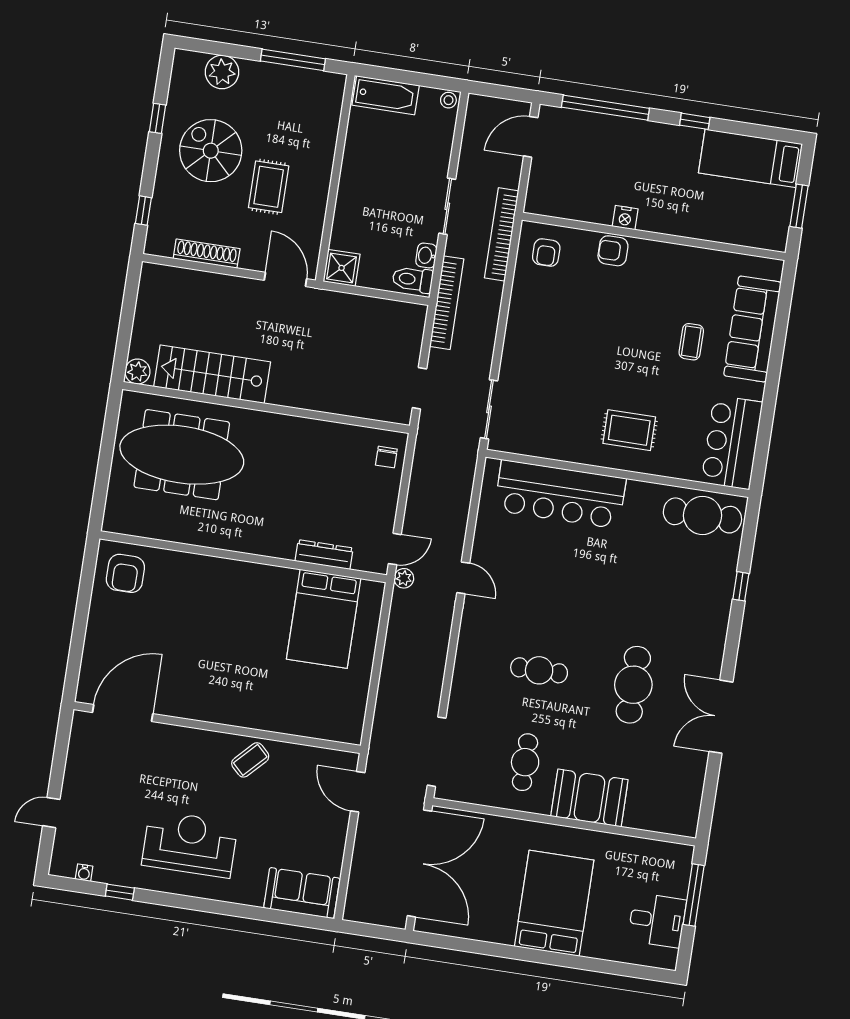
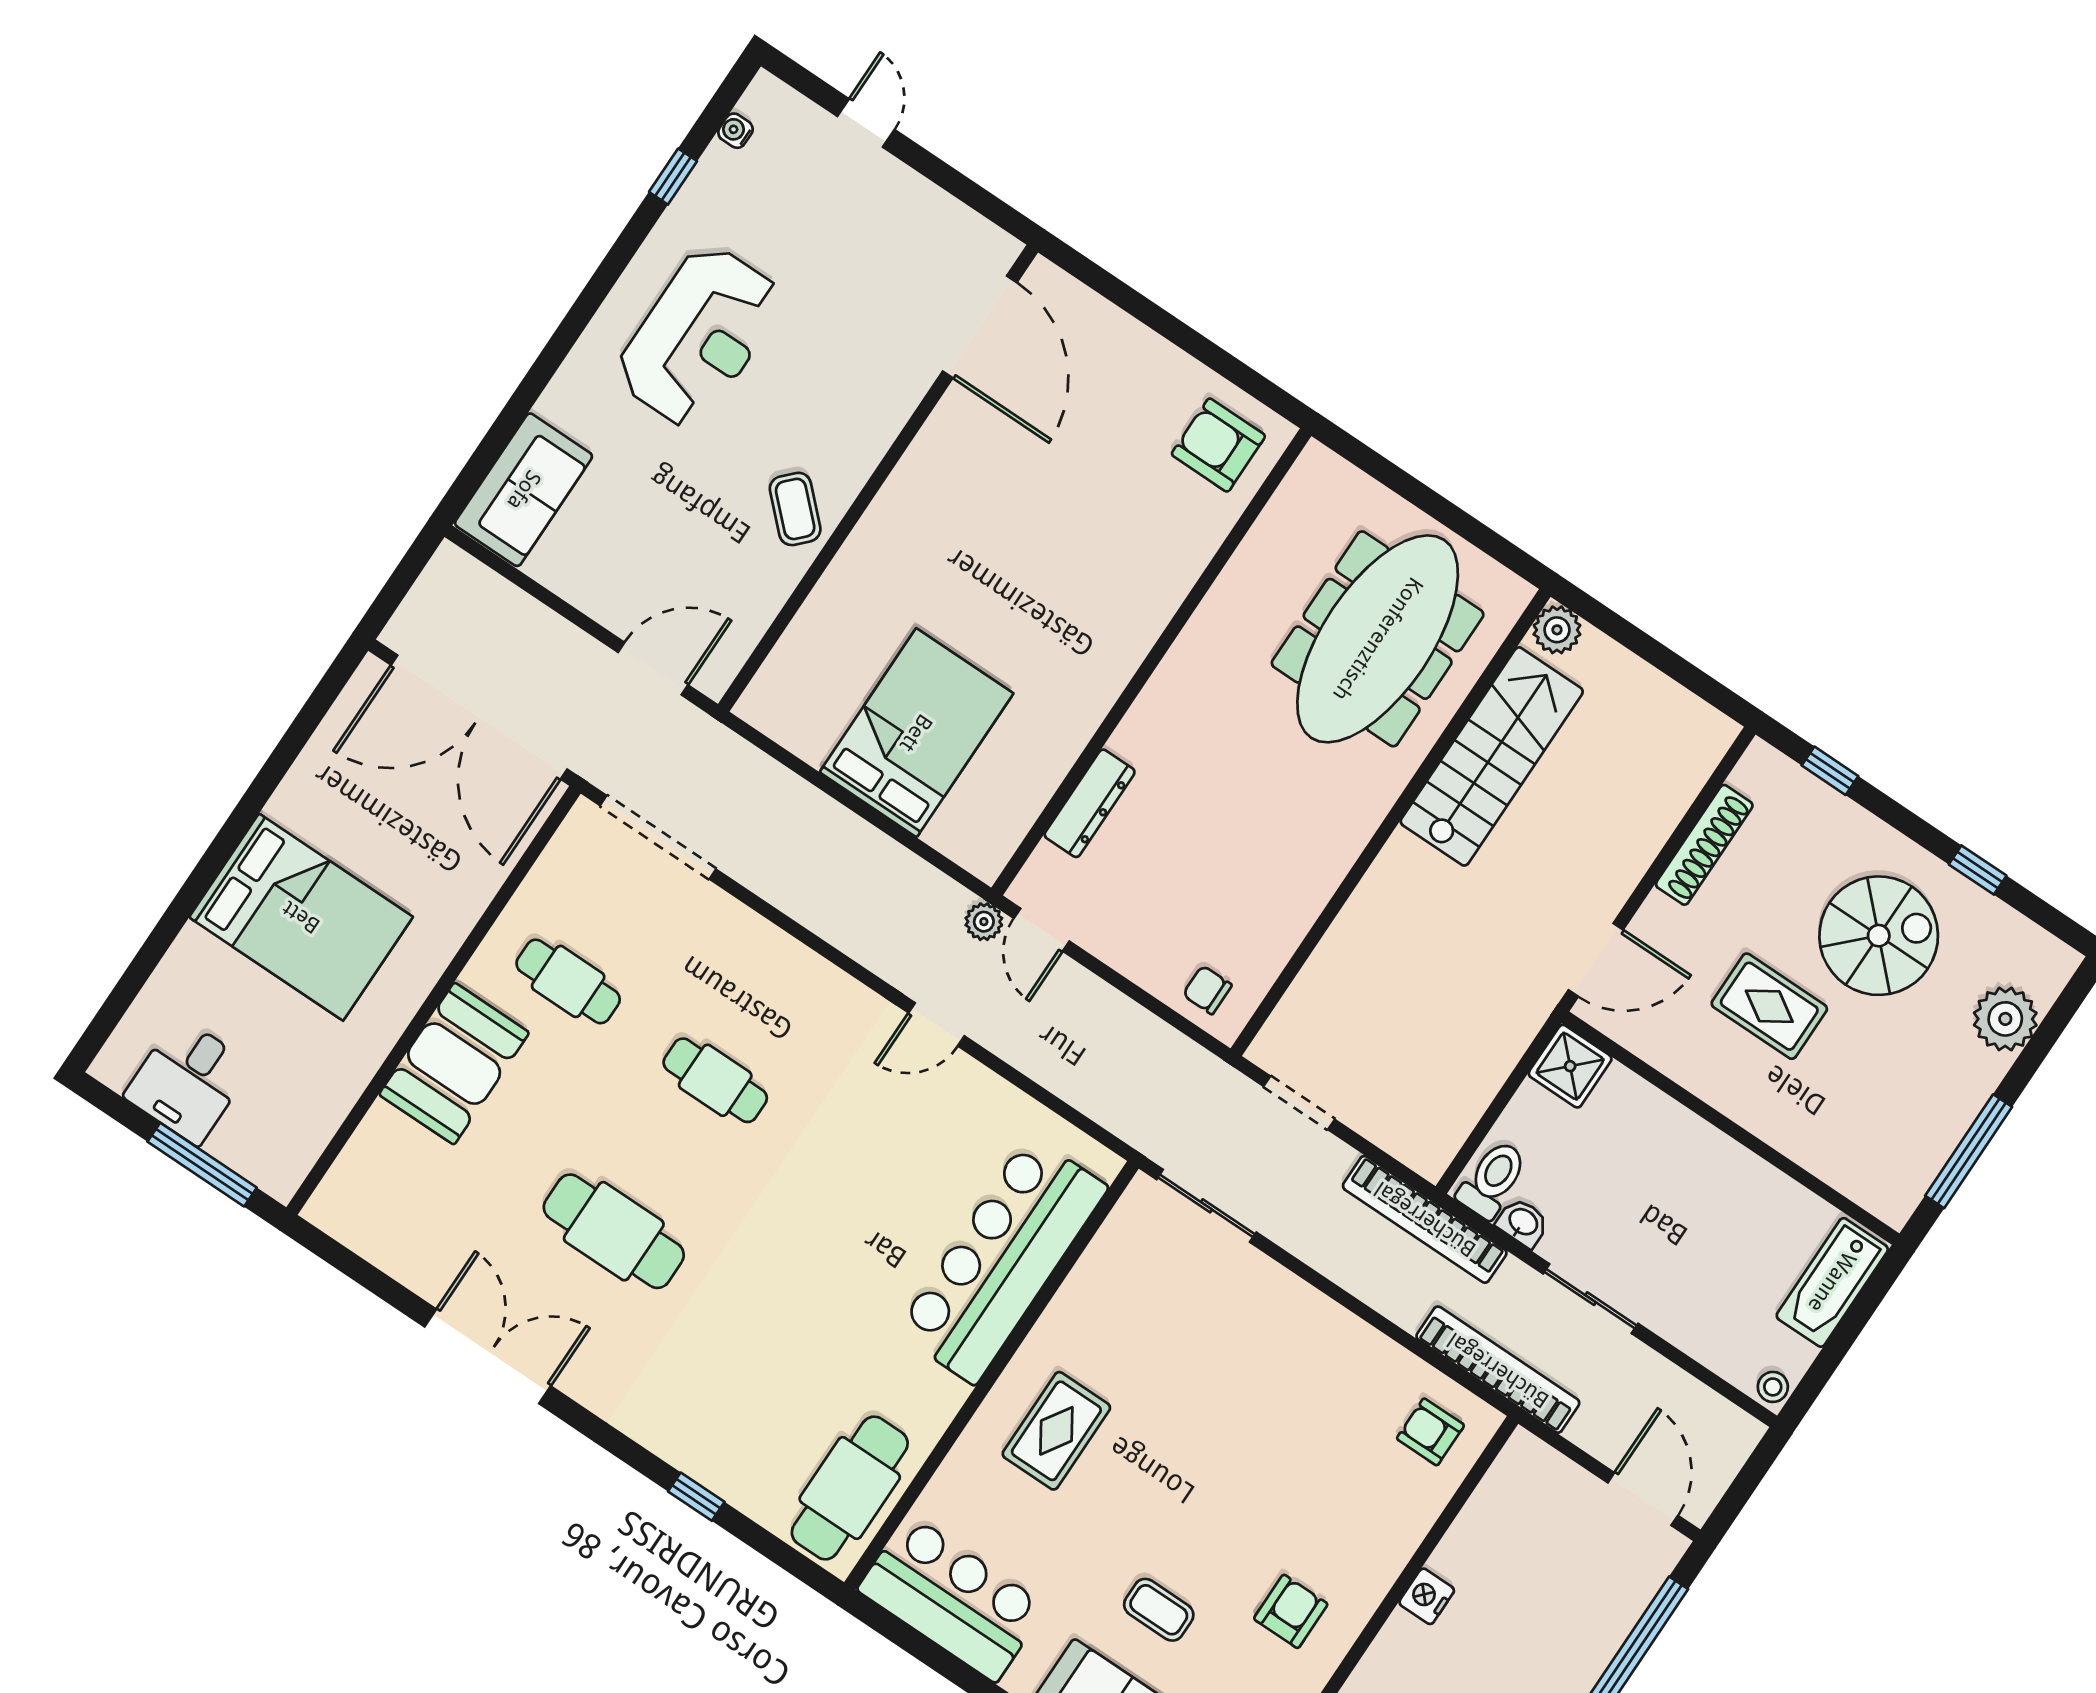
armchair: (613, 251) -> (1291, 1611), moved
bed: (324, 619) -> (916, 733), moved, turned 90
cafe table: (539, 670) -> (715, 1080), turned 90

